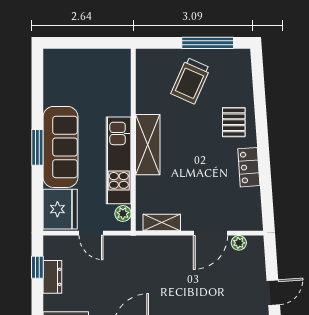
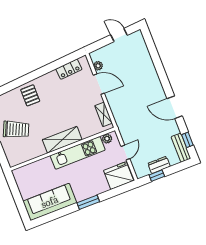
pallet: (234, 122) -> (30, 95), turned 90
sofa: (60, 147) -> (50, 202), moved
locker: (249, 167) -> (69, 69), moved

